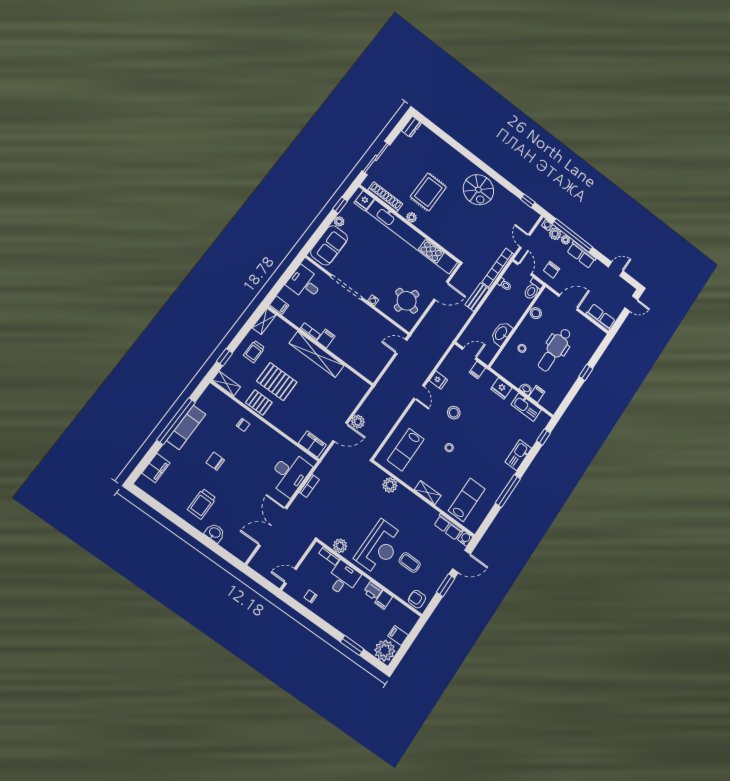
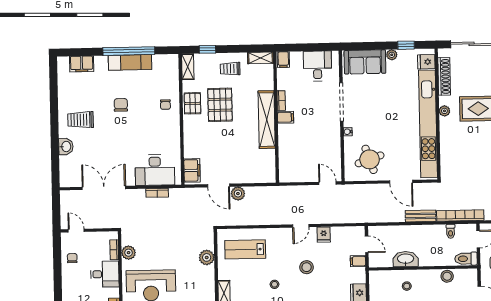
round table: (407, 301) -> (370, 159), turned -34

